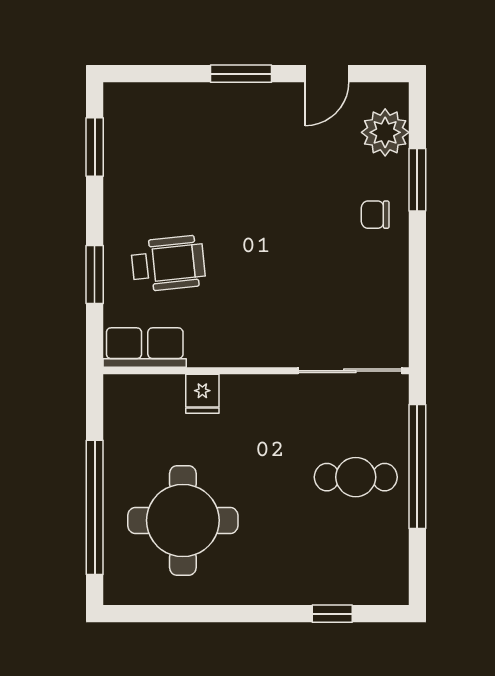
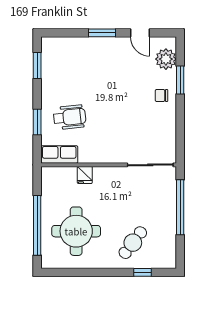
door: (327, 74) -> (140, 33), hinge flipped
cafe table: (356, 477) -> (133, 243), moved, turned -53

